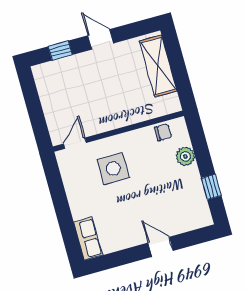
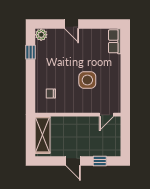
wall: (118, 131) -> (78, 115), moved
door: (75, 143) -> (107, 115), moved
plant: (185, 156) -> (41, 35), moved

